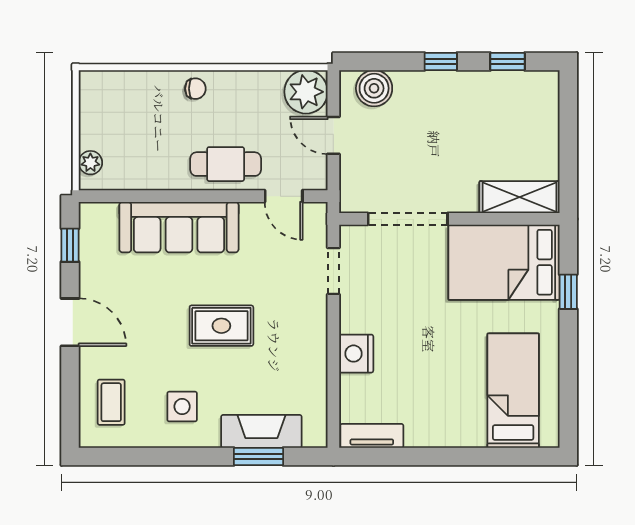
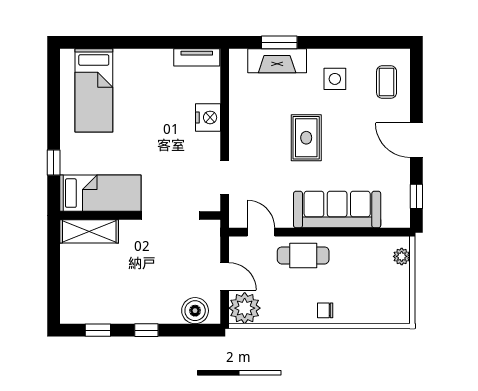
bed: (504, 262) -> (100, 193), width x0.67
rug: (221, 326) -> (306, 138), turned 90

